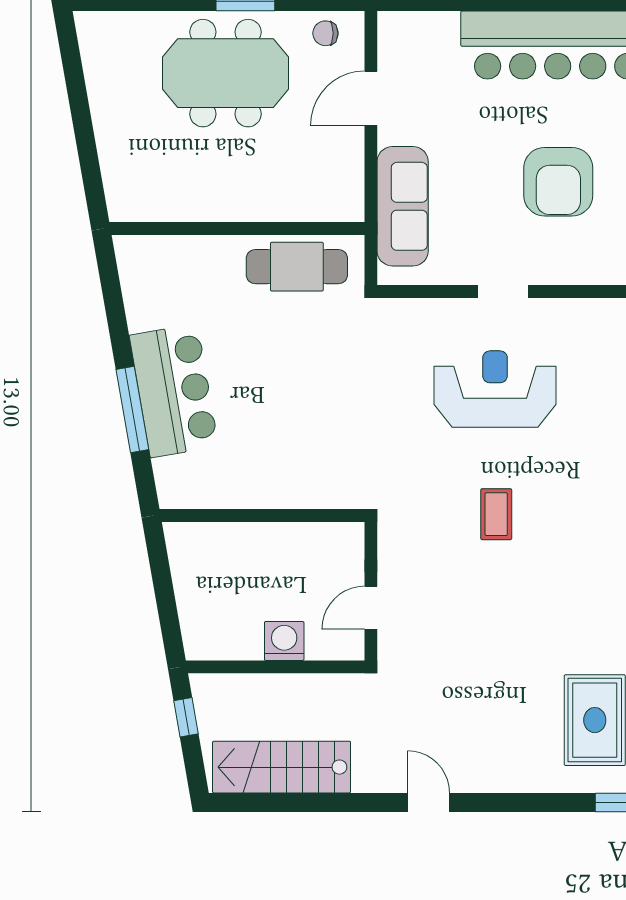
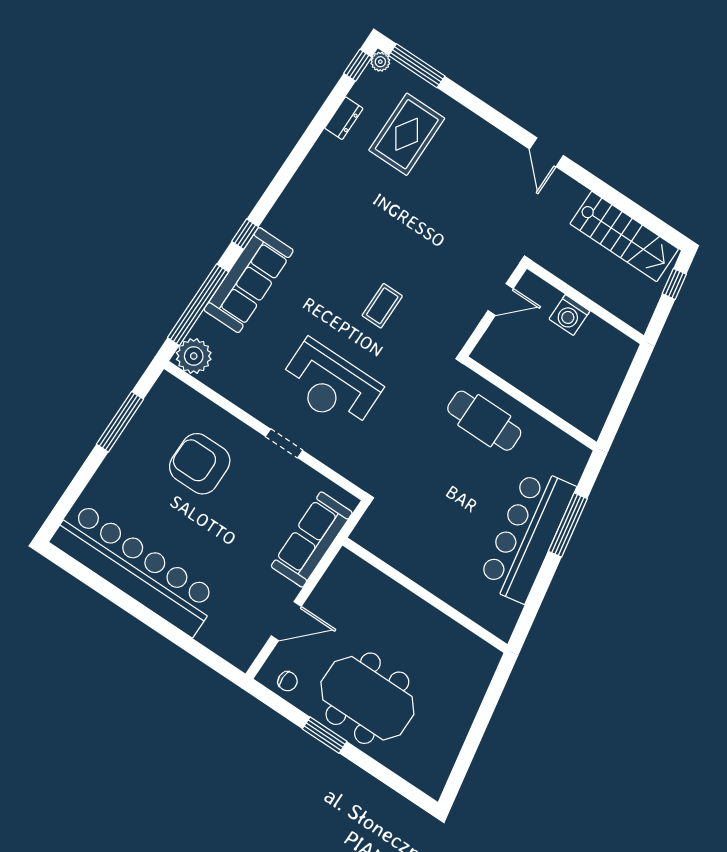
armchair: (558, 182) -> (200, 464), moved, turned -90
cafe table: (297, 267) -> (484, 421), moved
bar counter: (174, 391) -> (527, 535), width x1.36
window: (186, 717) -> (674, 284), moved

